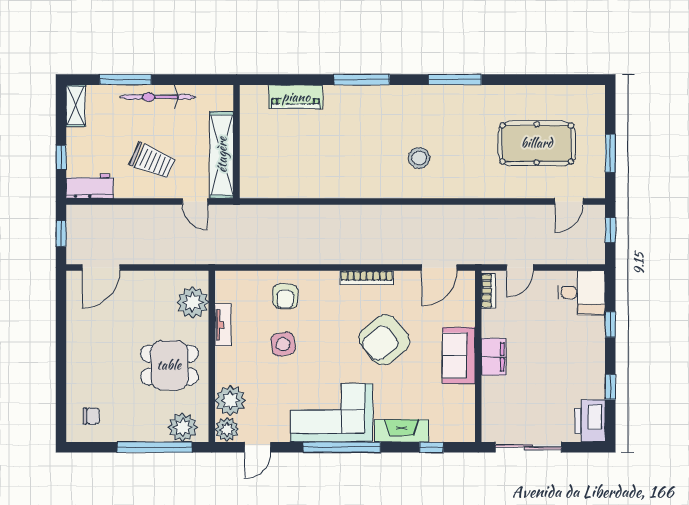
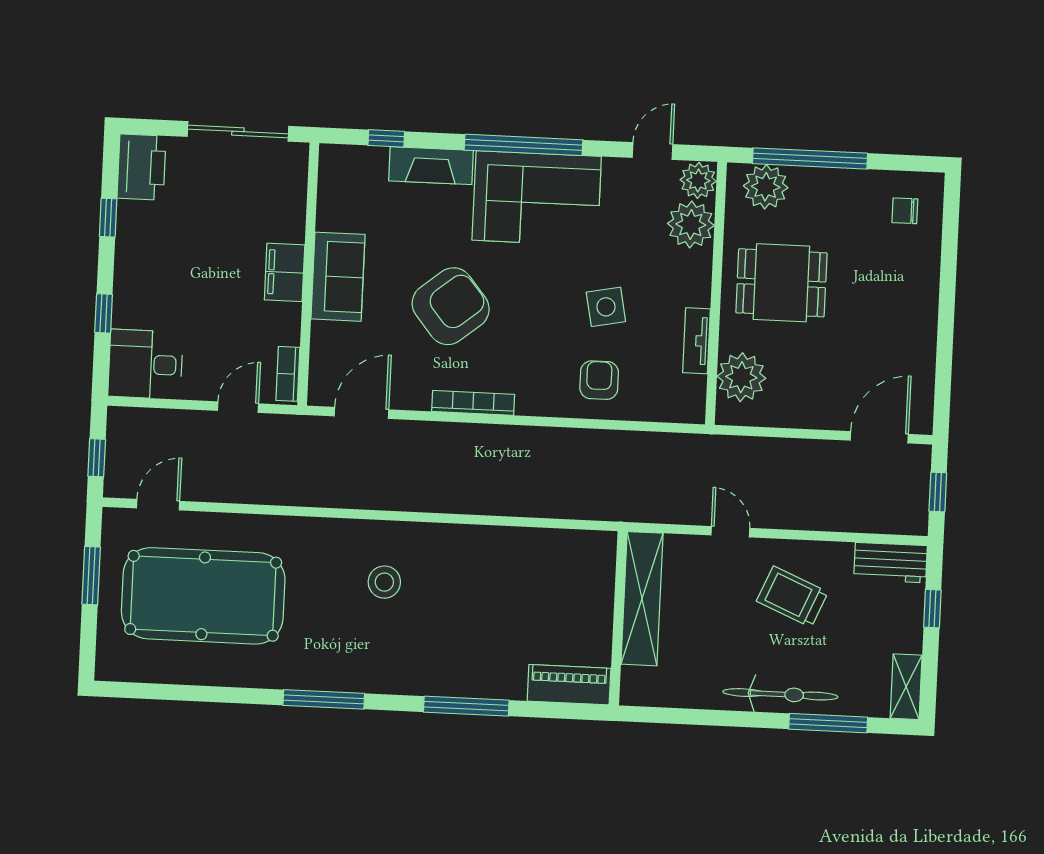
wall: (237, 142) -> (618, 618), moved
pool table: (537, 143) -> (203, 596), width x1.36, depth x1.32
shelving: (222, 155) -> (642, 599), moved

